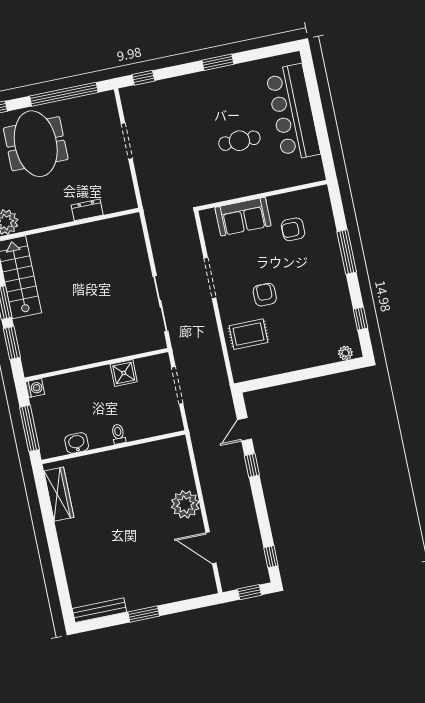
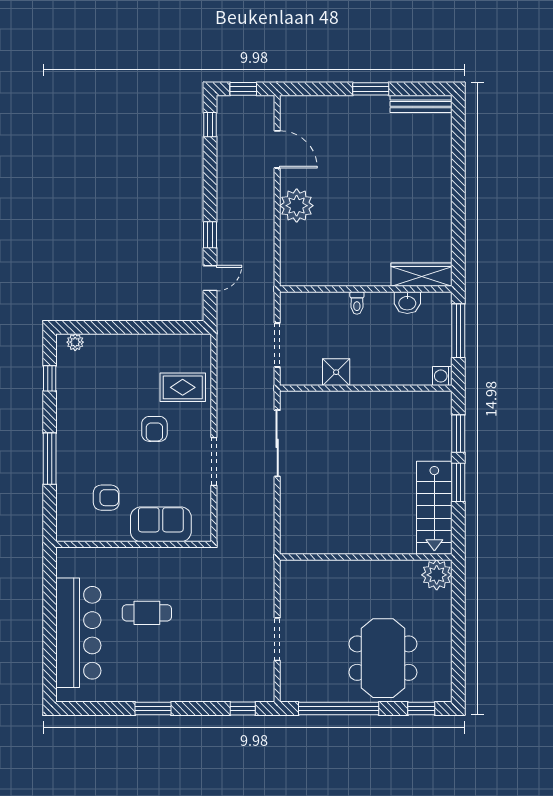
dresser: (87, 210) -> (339, 569), removed
wardrobe: (59, 494) -> (421, 275), moved, turned 90

